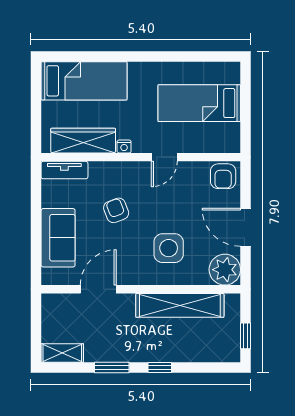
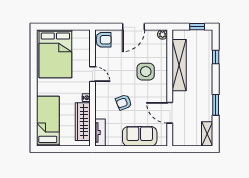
bed: (199, 103) -> (55, 54), width x1.50
plant: (225, 270) -> (163, 34), width x0.53, depth x0.53
window: (160, 368) -> (216, 57), moved

